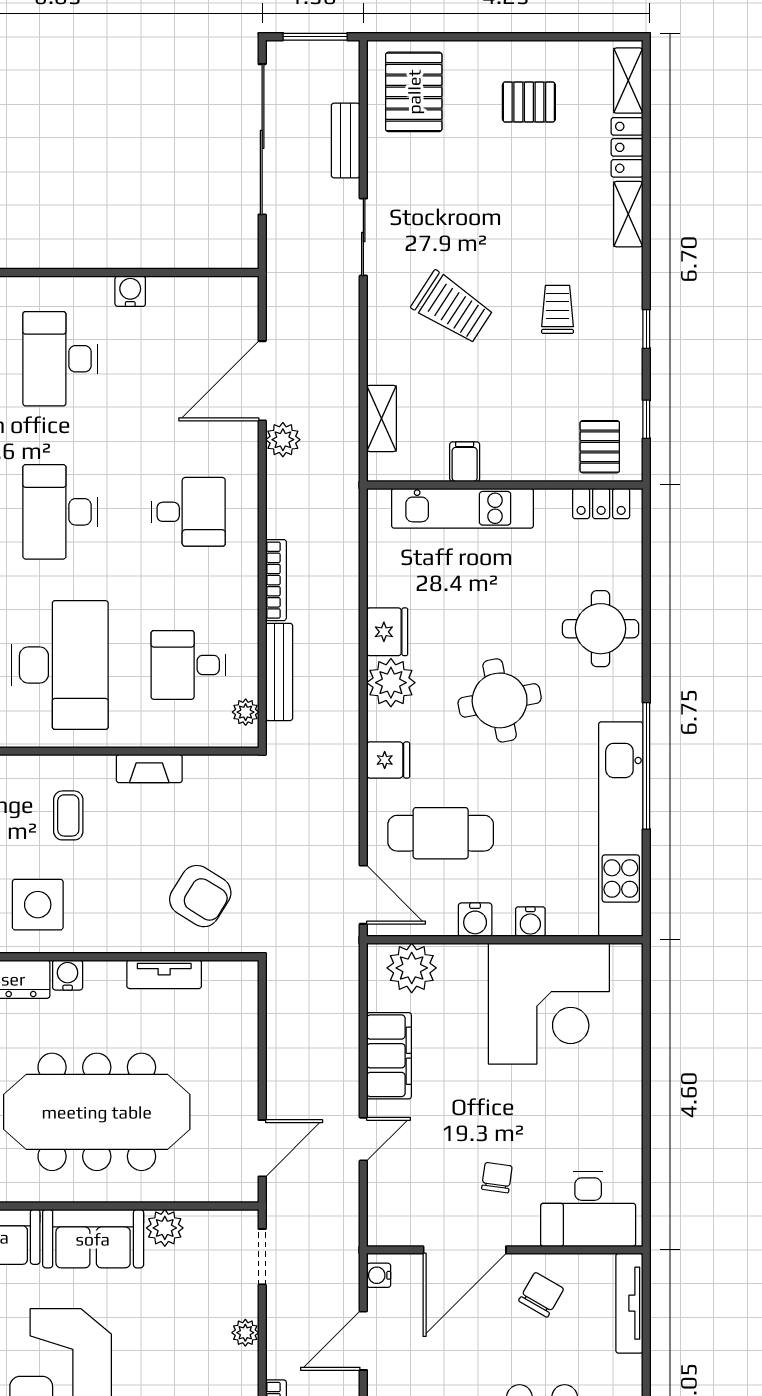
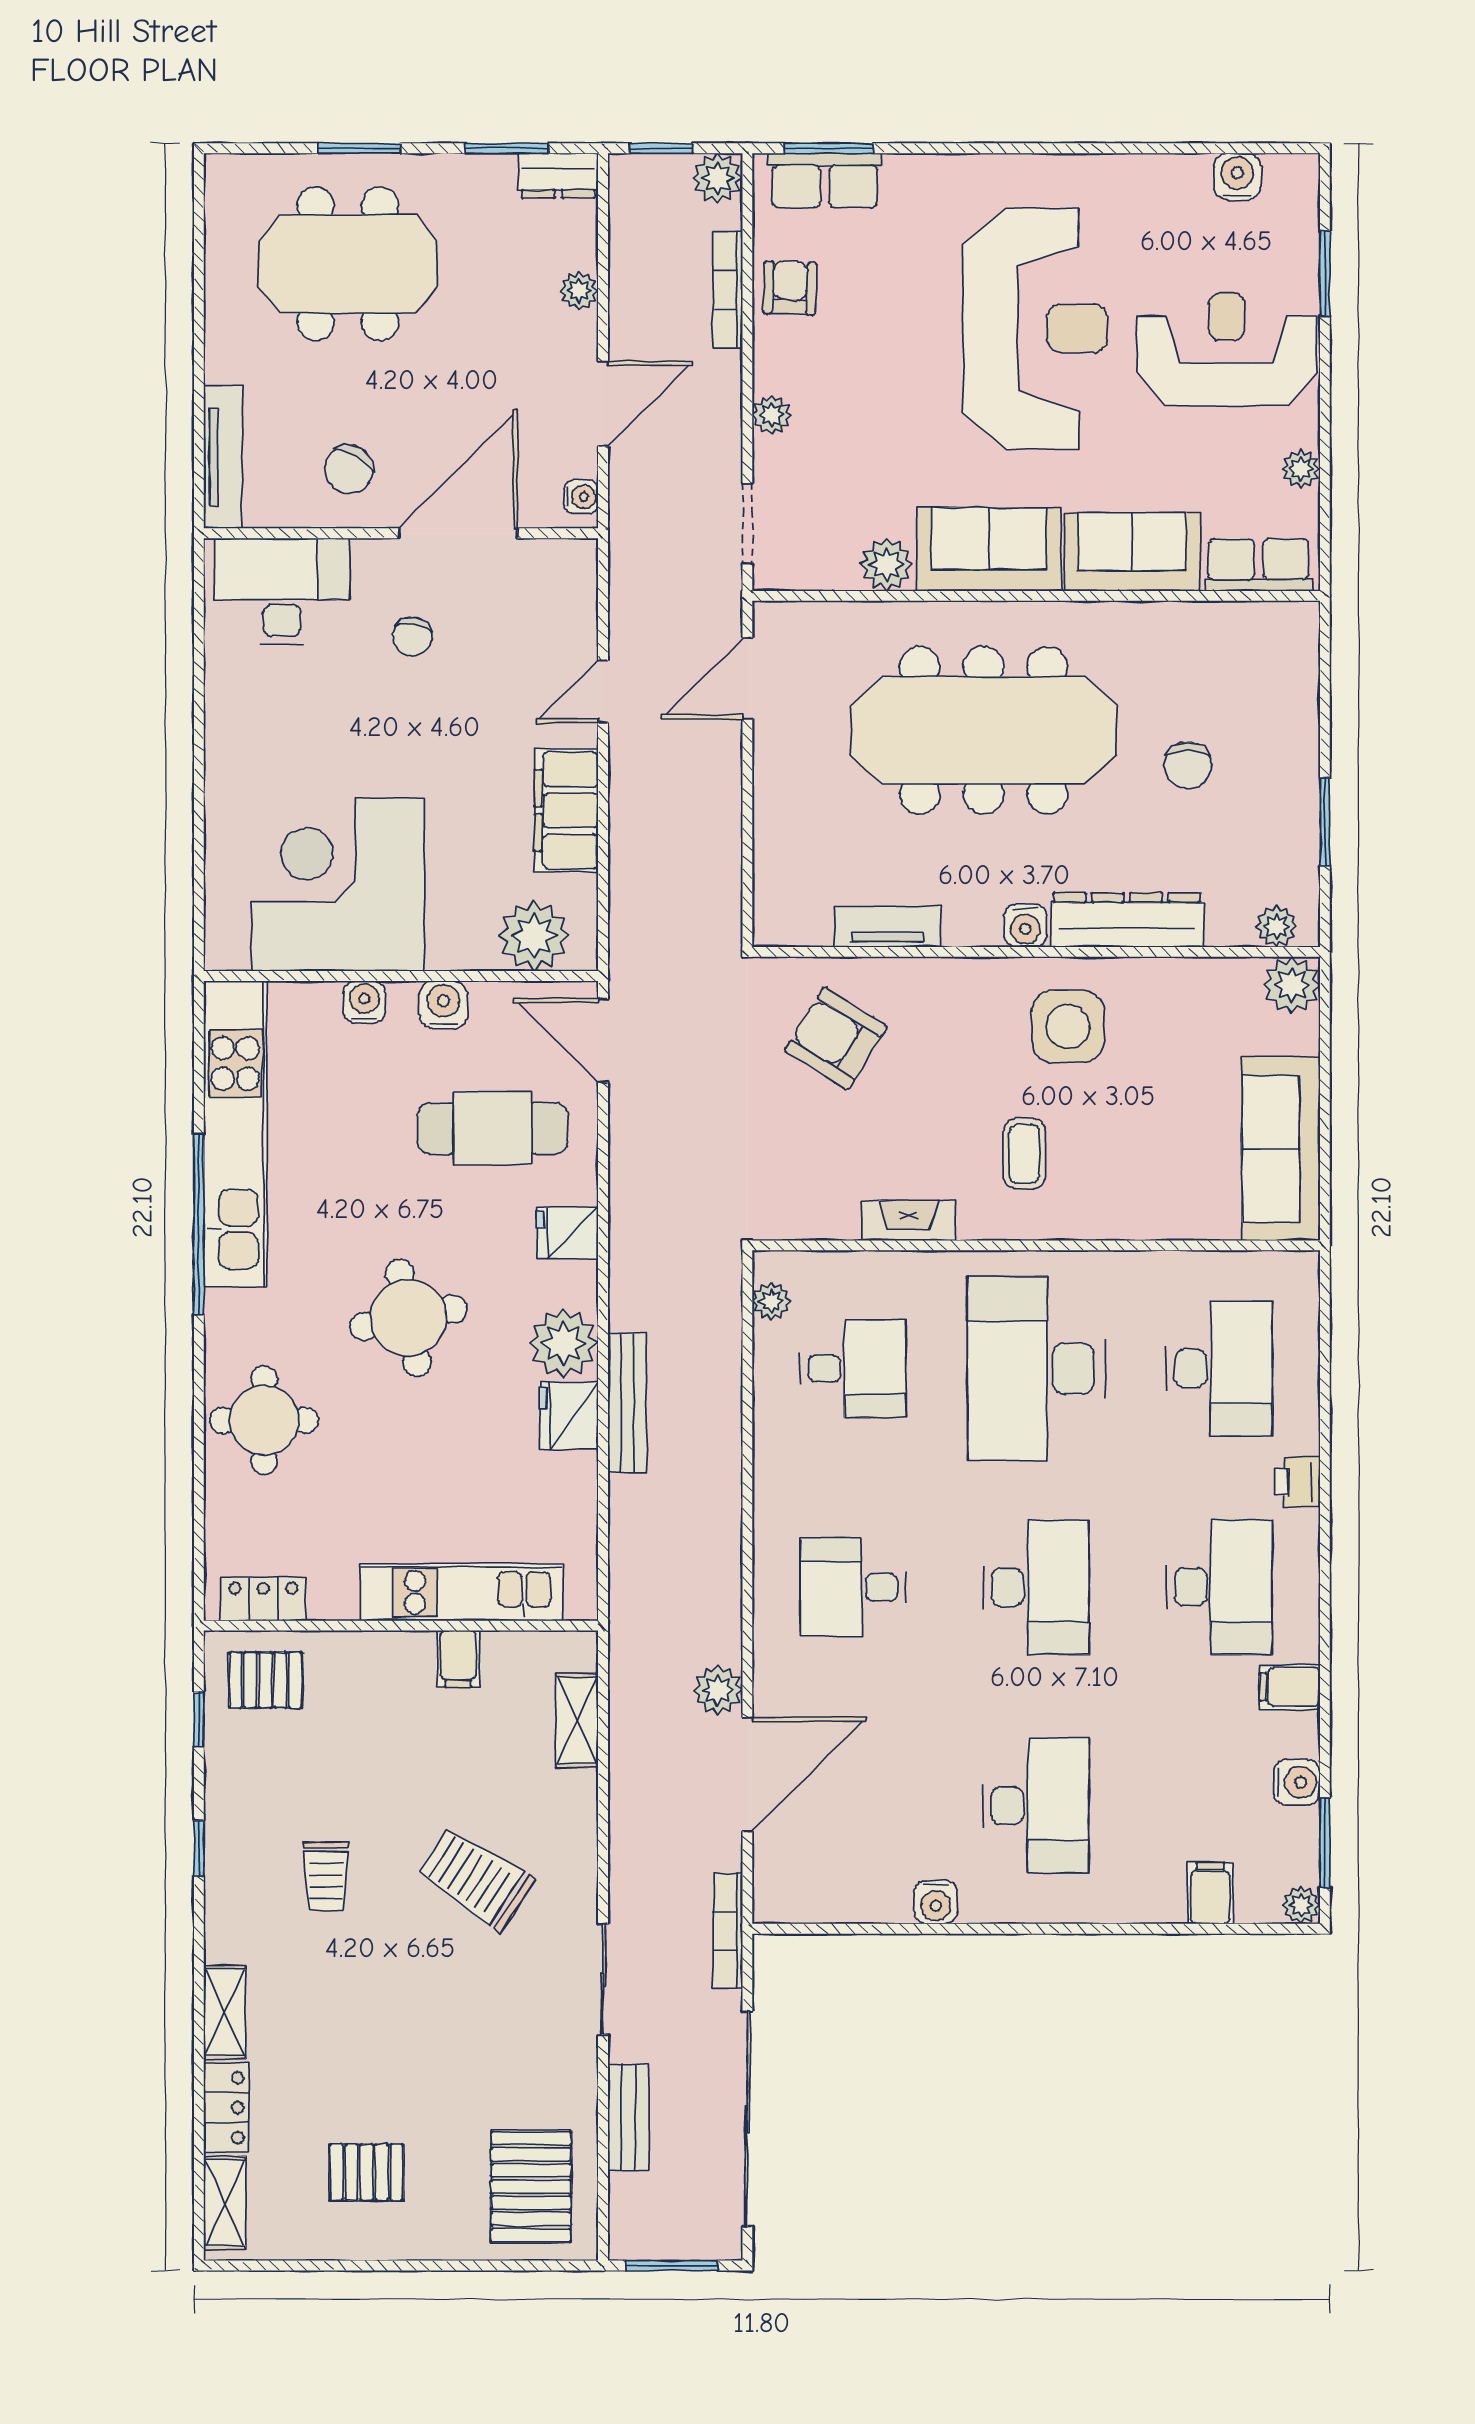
pallet: (600, 447) -> (265, 1680), turned 90
bookcase: (276, 580) -> (728, 1931), moved
bench: (279, 672) -> (627, 1403), moved

